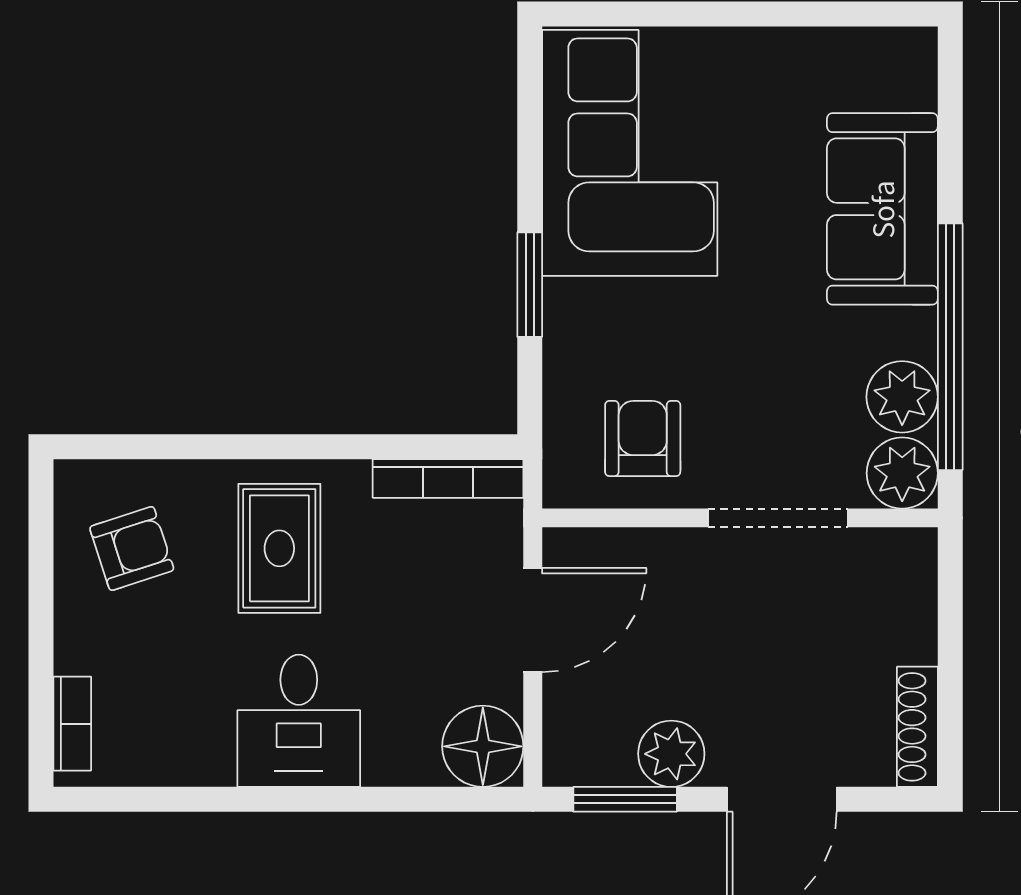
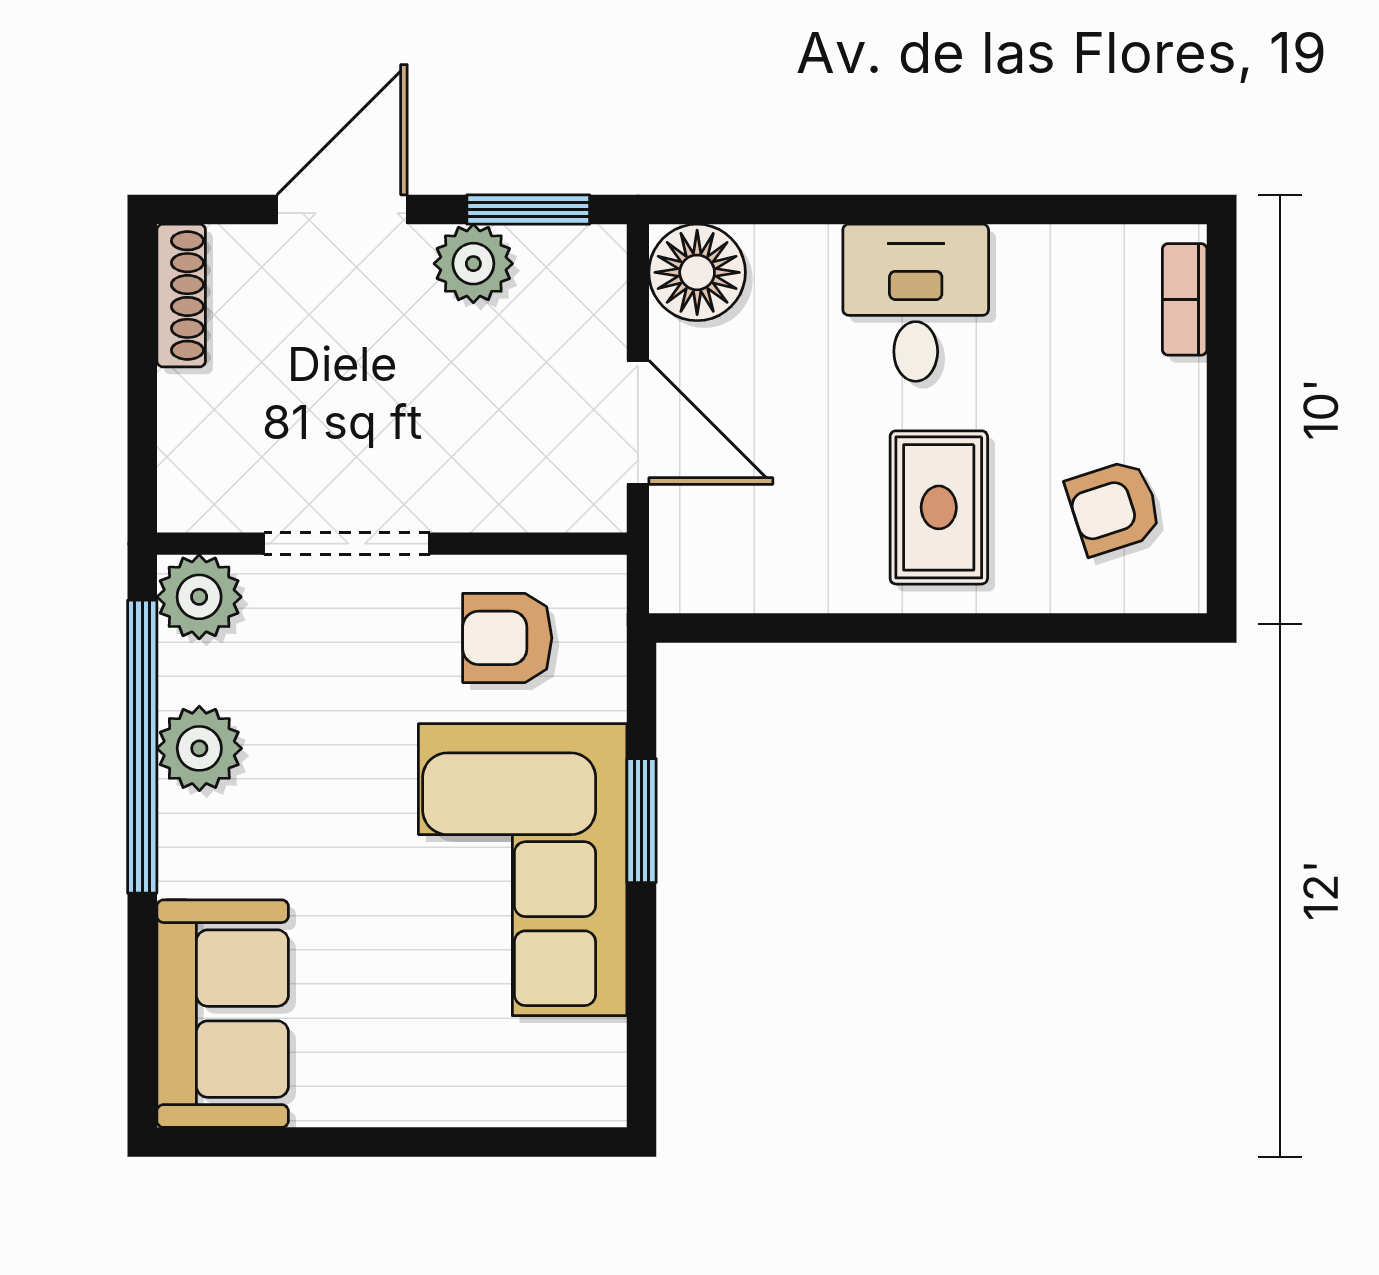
corner sofa: (630, 153) -> (523, 870), moved
sofa: (882, 209) -> (223, 1014), moved
plant: (902, 397) -> (199, 748), moved
armchair: (643, 438) -> (507, 638), turned 90
bookcase: (448, 478) -> (738, 590), removed
door: (533, 620) -> (638, 422), swing flipped

